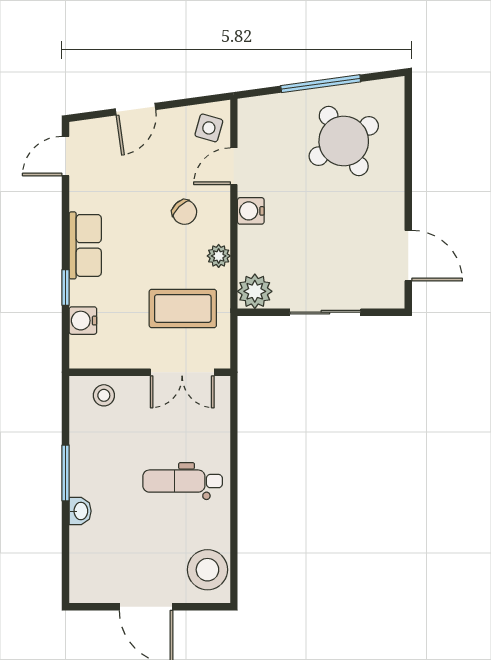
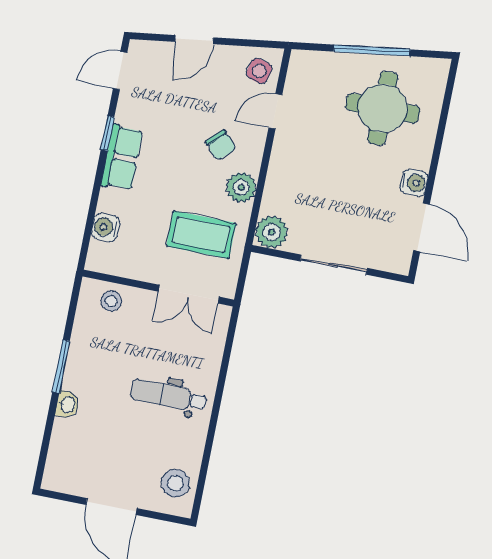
round table: (344, 141) -> (383, 108), turned 31
water cooler: (251, 211) -> (414, 183), moved, turned 180
plant: (219, 256) -> (241, 187), width x1.38, depth x1.38
window: (66, 287) -> (108, 133), moved
stool: (207, 570) -> (175, 483), width x0.73, depth x0.73

